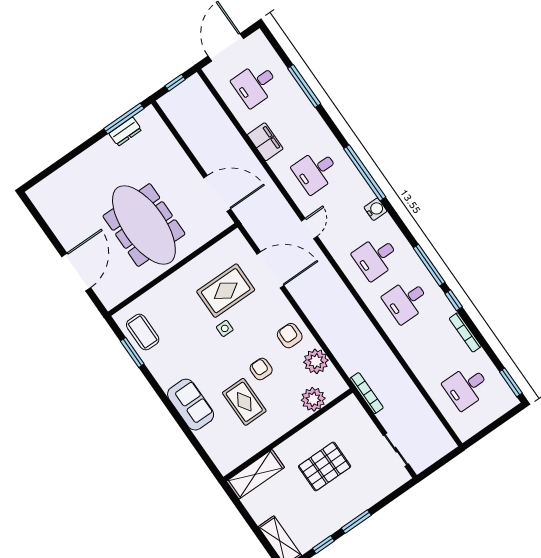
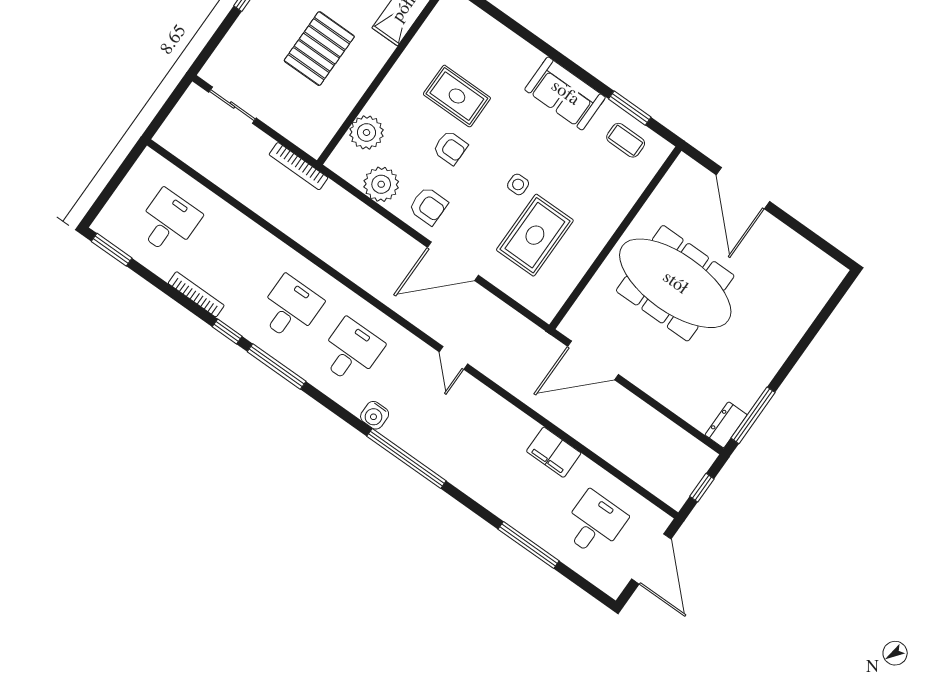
dresser: (125, 132) -> (726, 425), moved
desk: (316, 171) -> (473, 438), removed
door: (270, 270) -> (453, 261), moved
coffee table: (143, 332) -> (626, 140), width x0.73, depth x0.77
sofa: (191, 405) -> (565, 93), moved

